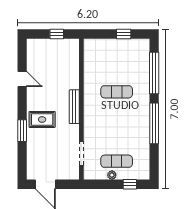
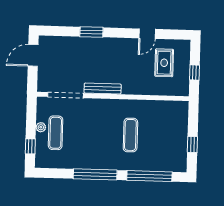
bench: (74, 107) -> (103, 89), moved
rug: (42, 119) -> (164, 63), moved
doorway: (81, 153) -> (65, 95), width x1.36

